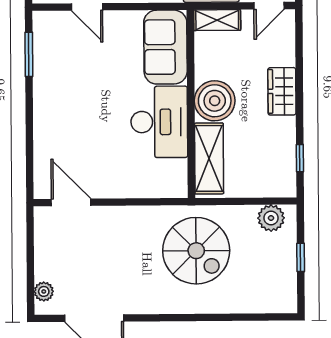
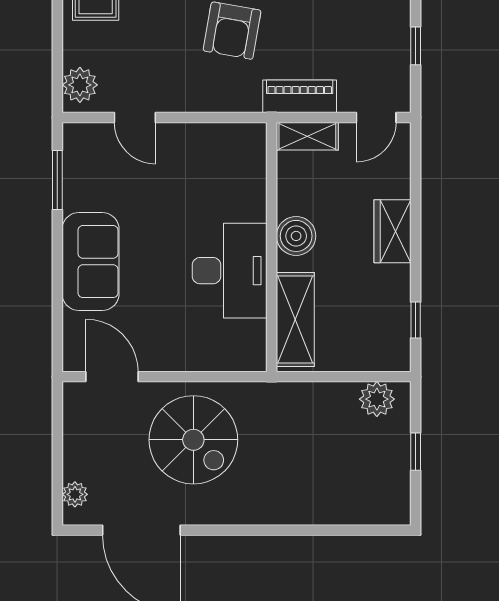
sofa: (165, 47) -> (91, 262), moved, turned 180
boiler: (215, 101) -> (296, 236), width x0.73, depth x0.73
spiral stairs: (196, 251) -> (193, 440), moved

